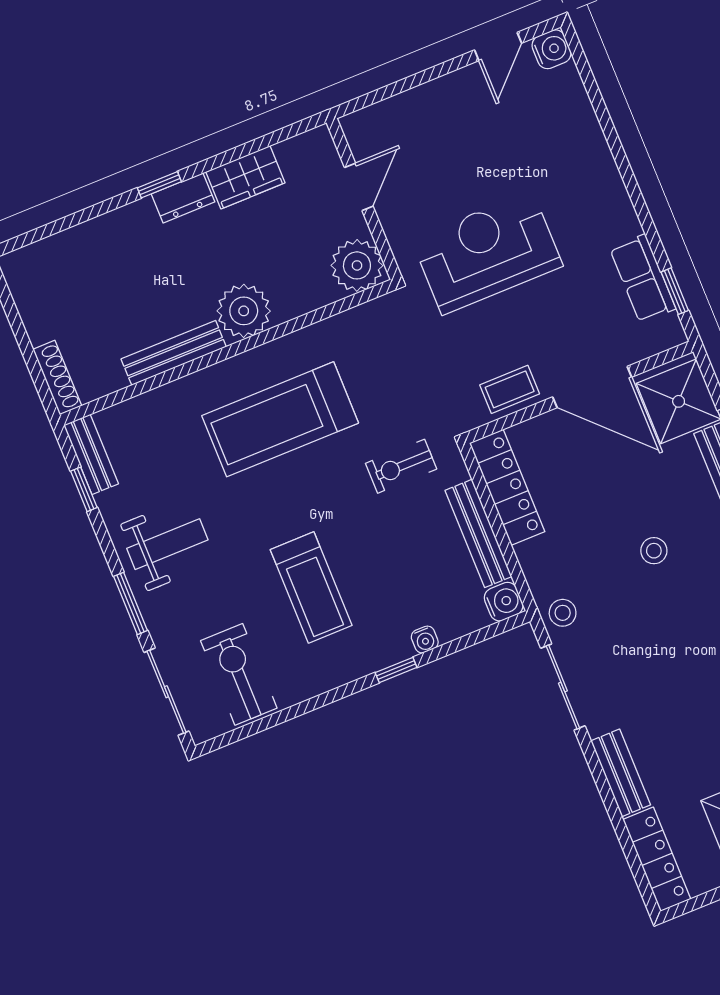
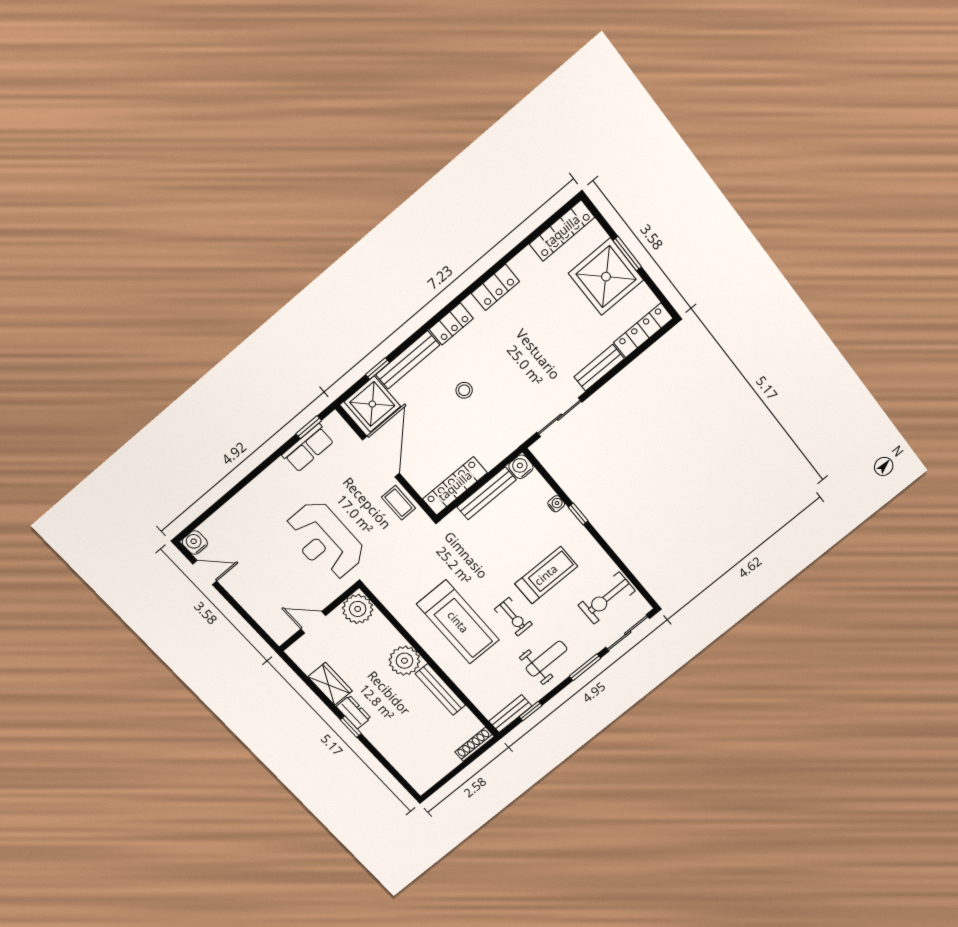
exercise bike: (401, 466) -> (513, 617), moved
weight bench: (167, 544) -> (546, 659), turned 90
stool: (563, 613) -> (517, 431), removed

